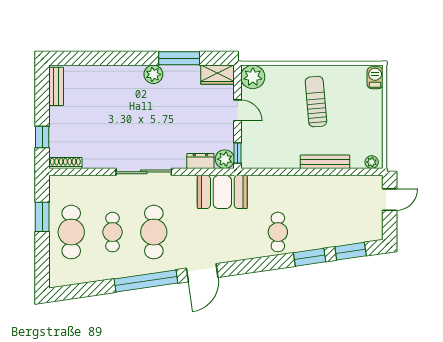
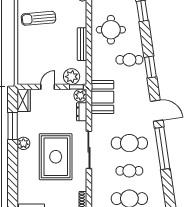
plant: (253, 77) -> (72, 77), moved
sun lounger: (316, 102) -> (38, 18), moved
rug: (133, 122) -> (56, 157), added
bench: (325, 162) -> (82, 44), moved
round table: (323, 205) -> (111, 30), added
window: (310, 257) -> (150, 67), moved

